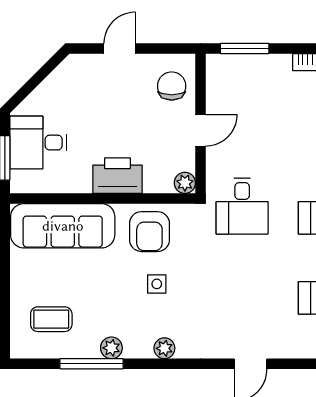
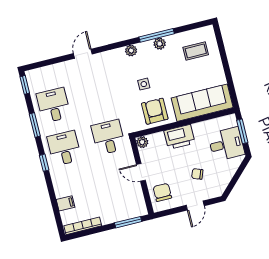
chair: (172, 86) -> (162, 192), turned 180
chair: (102, 103) -> (197, 174), added
door: (201, 130) -> (141, 172), hinge flipped
window: (92, 364) -> (157, 35), moved

